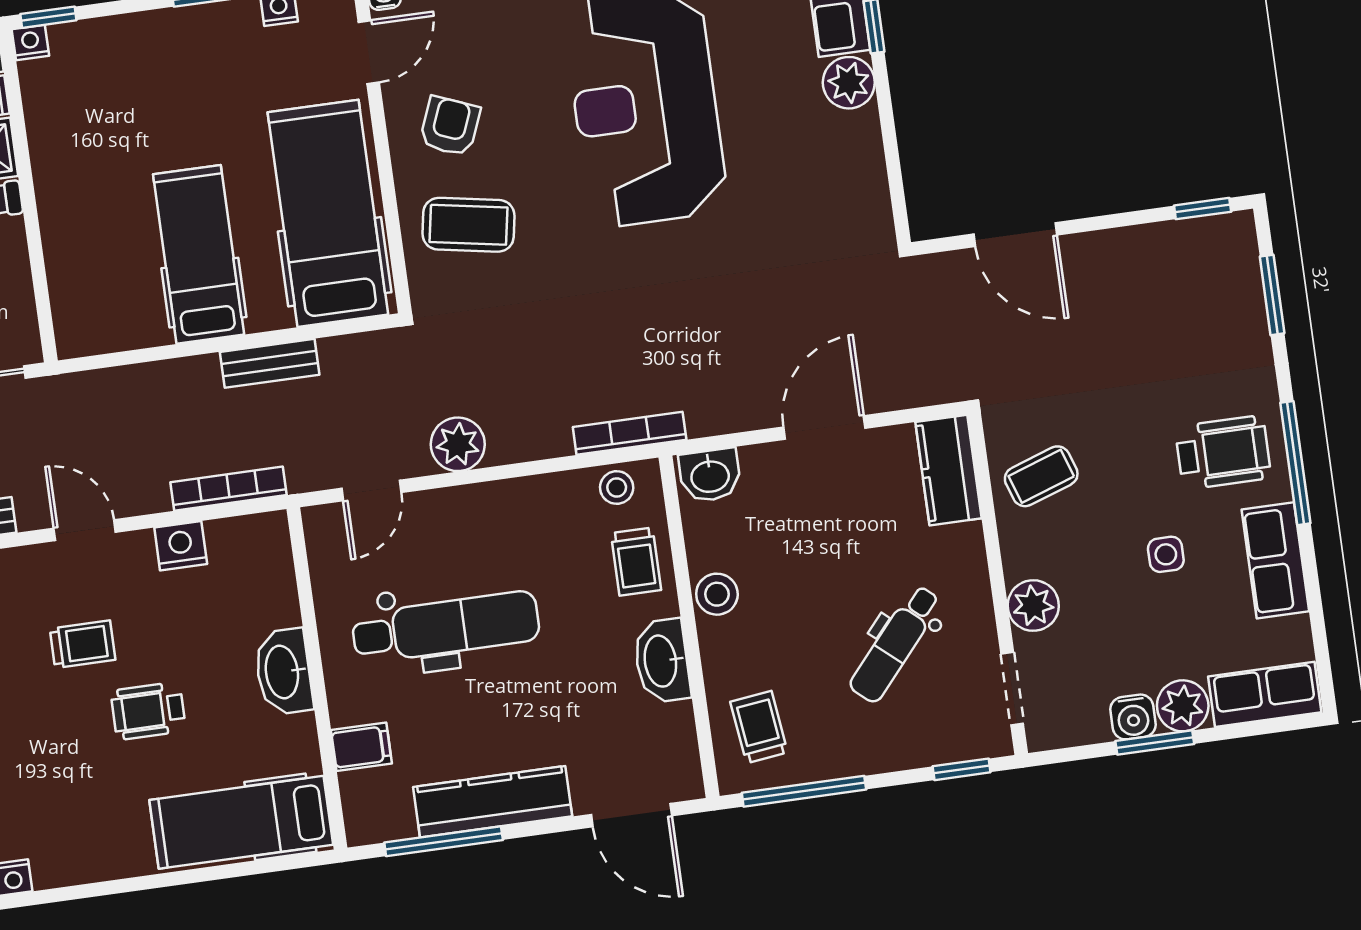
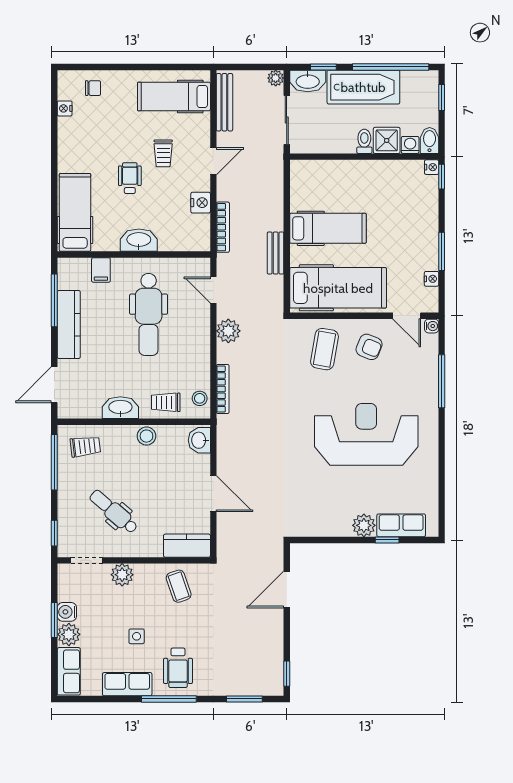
bookcase: (630, 433) -> (223, 389), moved

